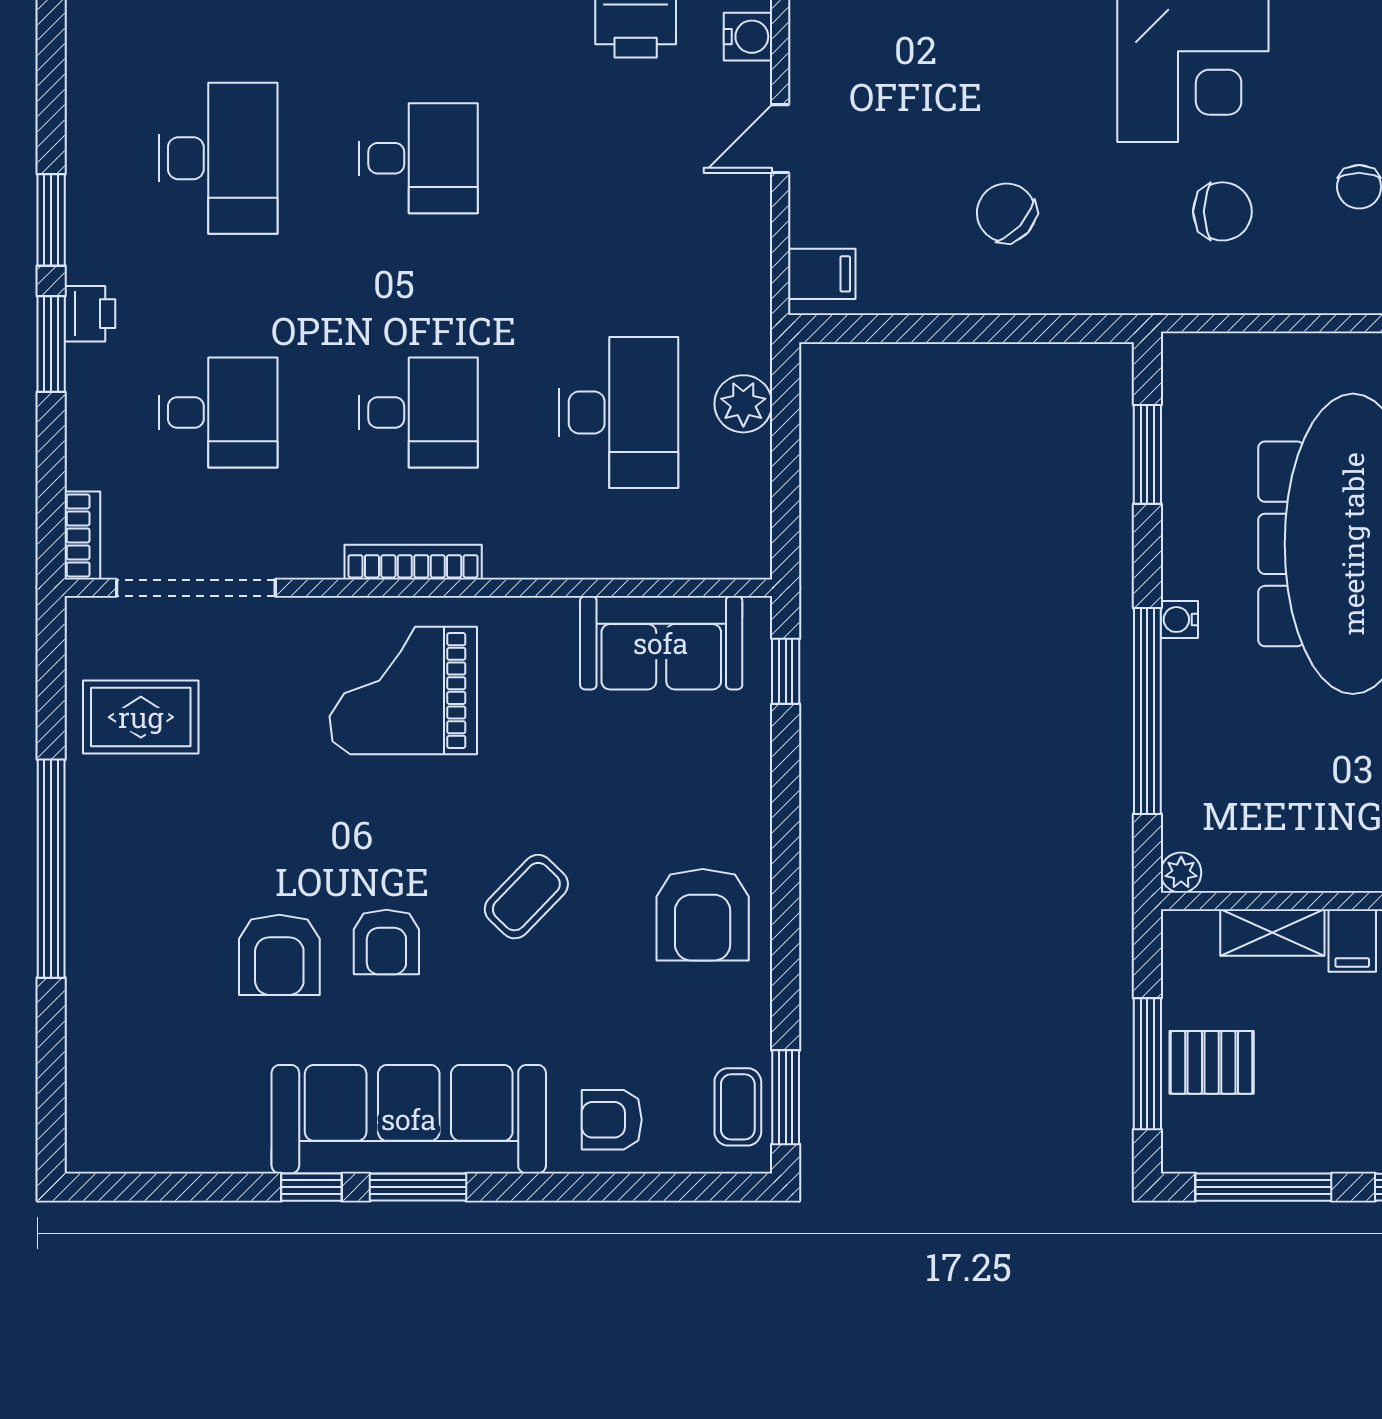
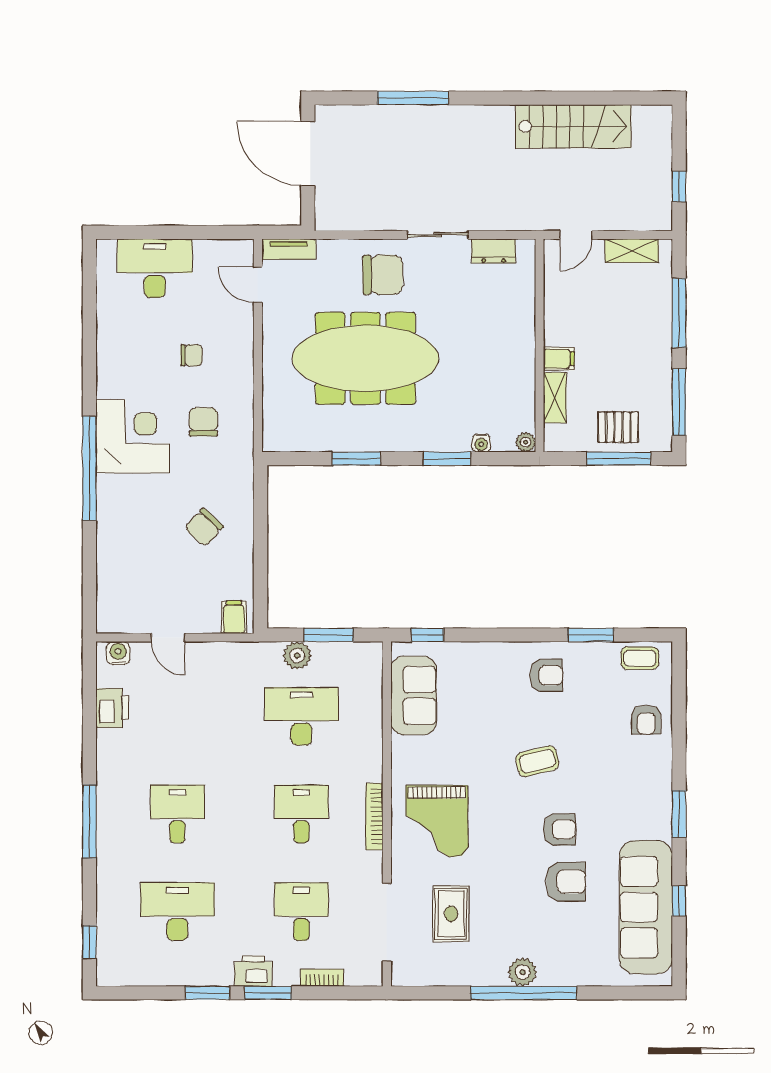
printer: (90, 314) -> (253, 971), width x1.36, depth x1.24
window: (1147, 454) -> (356, 459), moved
window: (786, 468) -> (329, 635), added
bookcase: (82, 535) -> (322, 978), moved
water cooler: (1179, 620) -> (481, 443), moved
window: (1147, 711) -> (447, 459), width x0.47
rug: (141, 717) -> (451, 914), moved
plant: (94, 866) -> (522, 972), added
coffee table: (526, 897) -> (537, 761), turned -58
armchair: (703, 915) -> (546, 675), width x0.72, depth x0.72
pallet: (1212, 1062) -> (618, 427), turned 90
window: (786, 1097) -> (591, 635), moved
sofa: (409, 1119) -> (646, 907), moved
window: (311, 1187) -> (679, 901), moved

